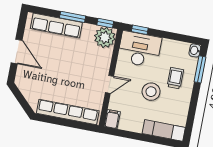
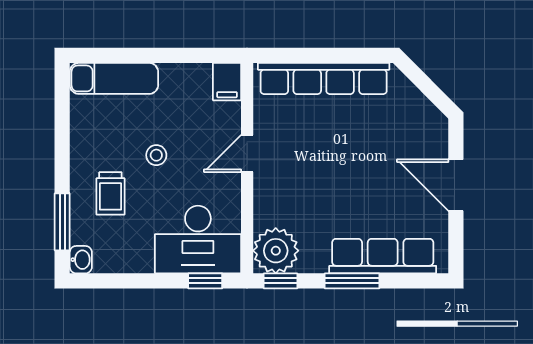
stool: (151, 92) -> (156, 155), width x0.53, depth x0.53

